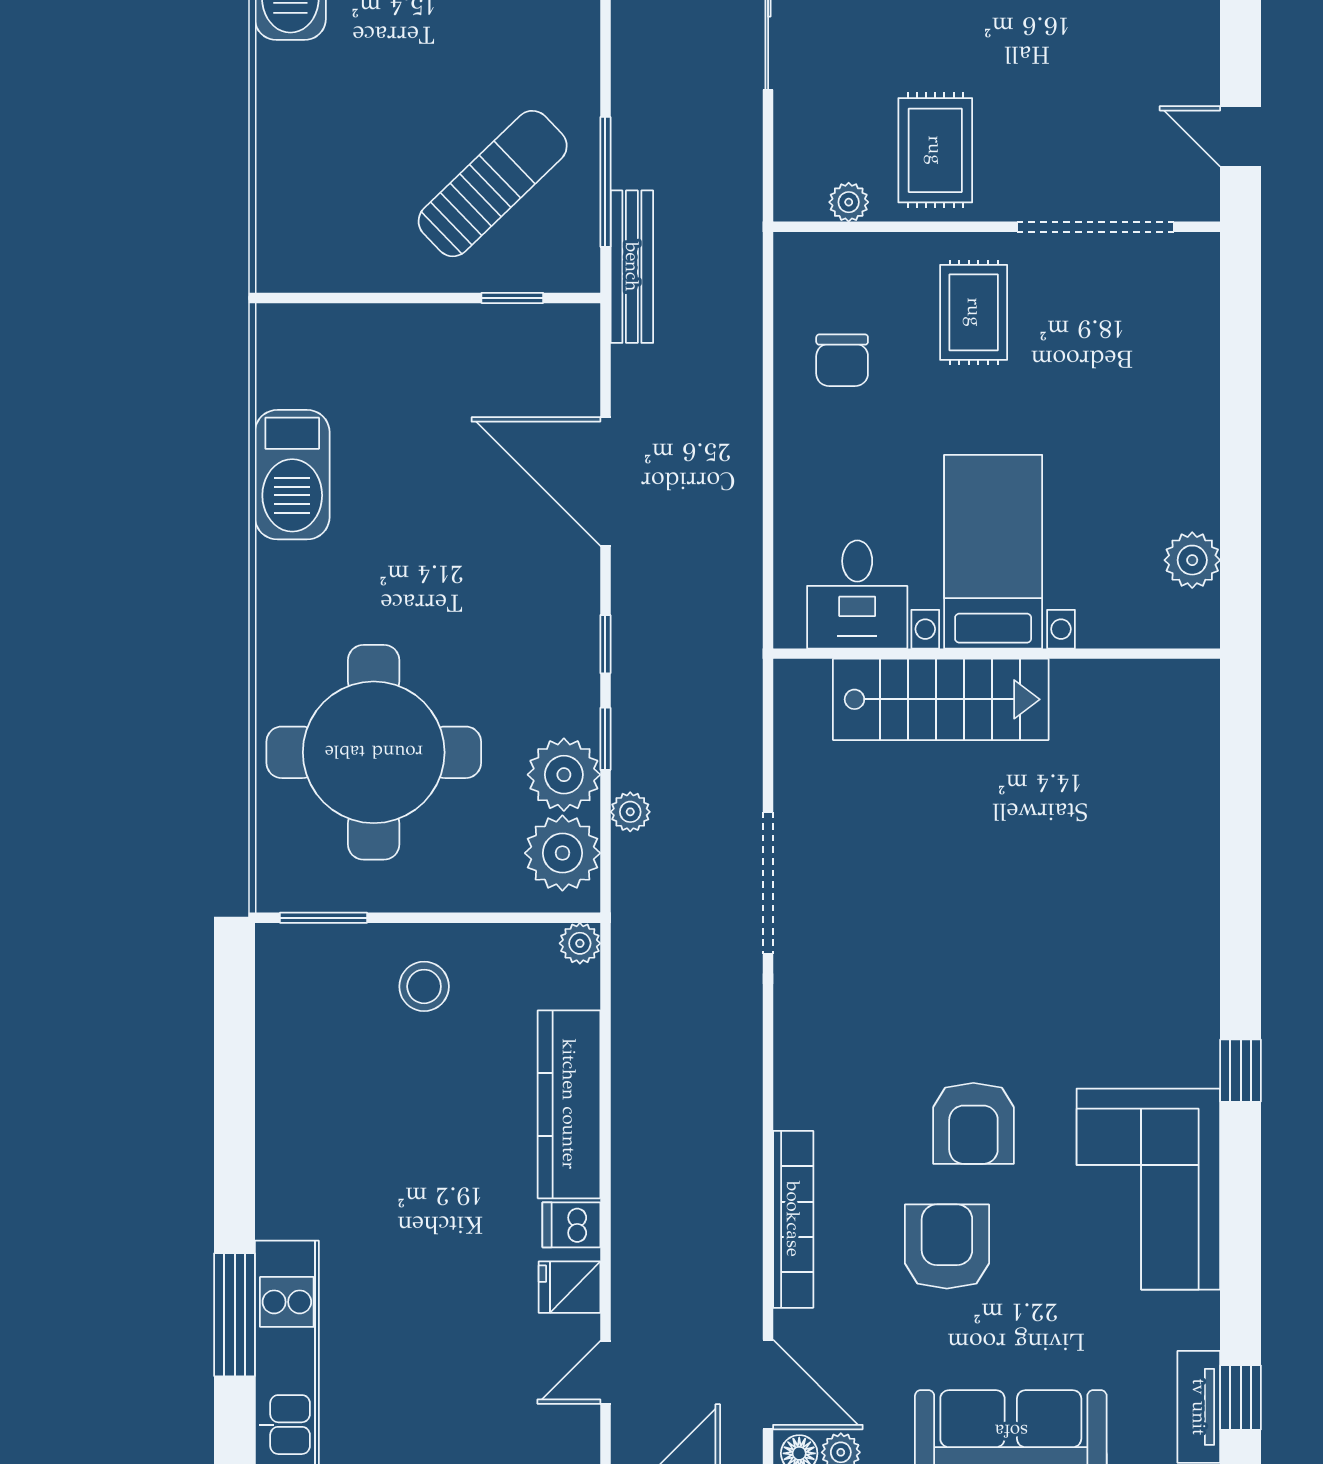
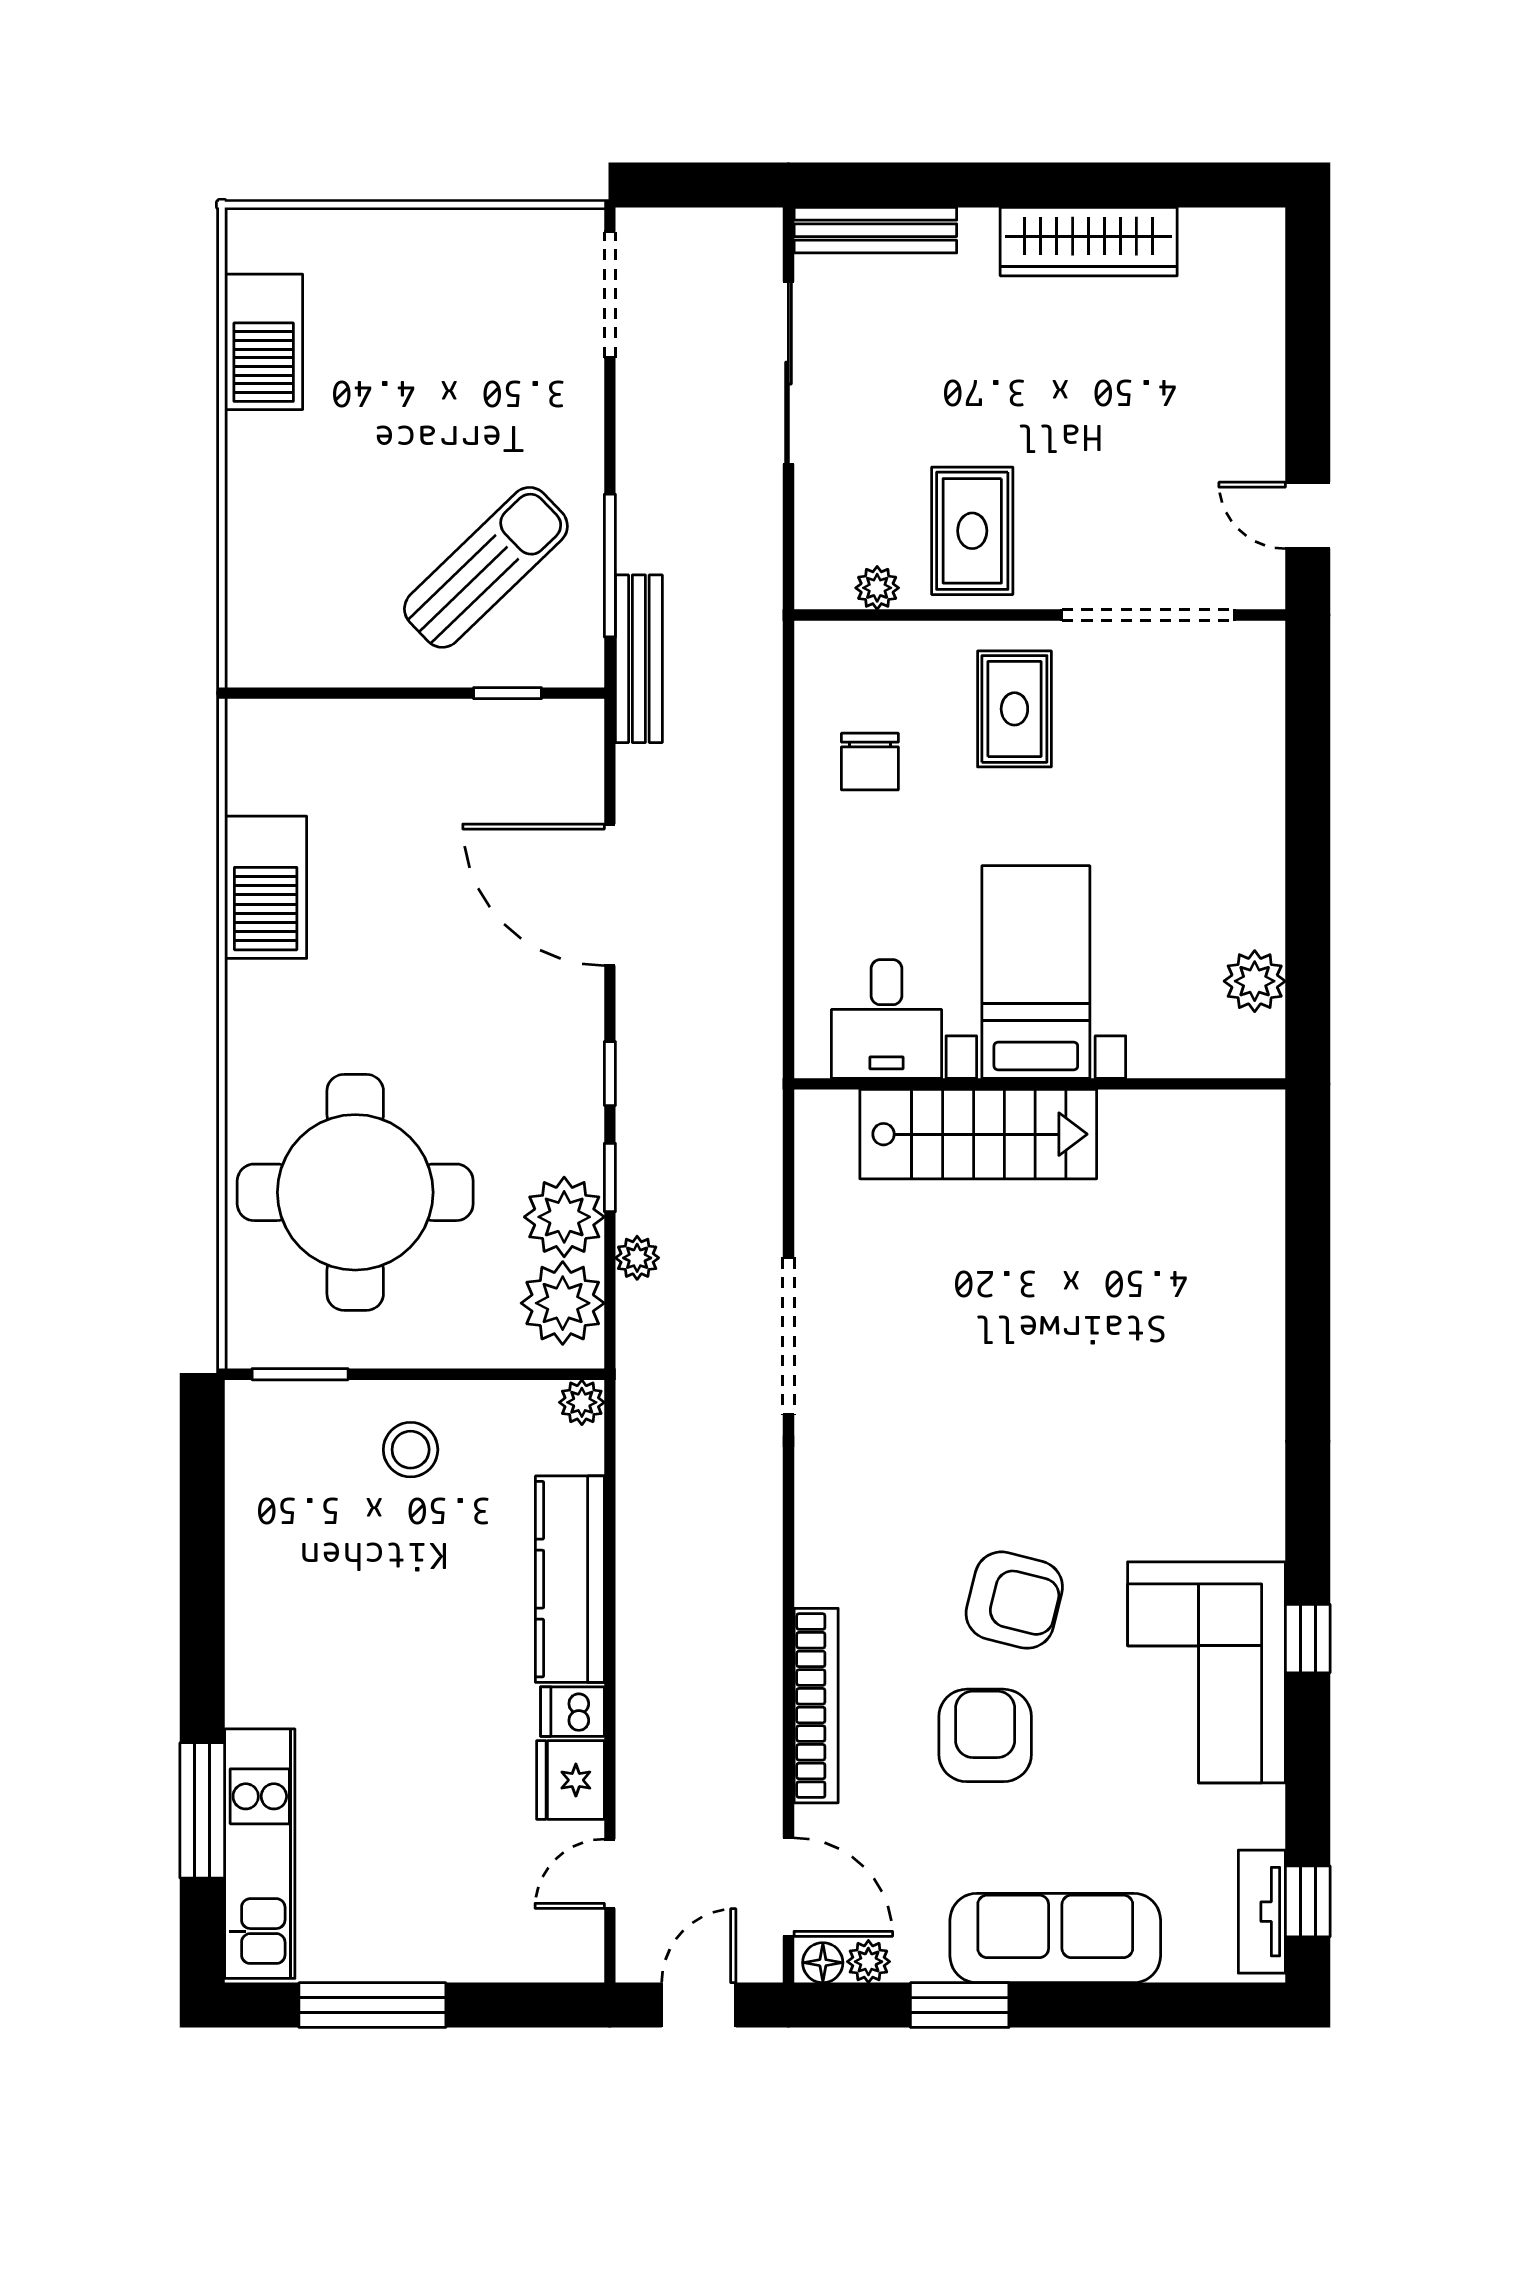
window: (1241, 1071) -> (1308, 1639), moved
armchair: (973, 1123) -> (1014, 1600), turned -76
fridge: (570, 1287) -> (570, 1780), width x1.38

